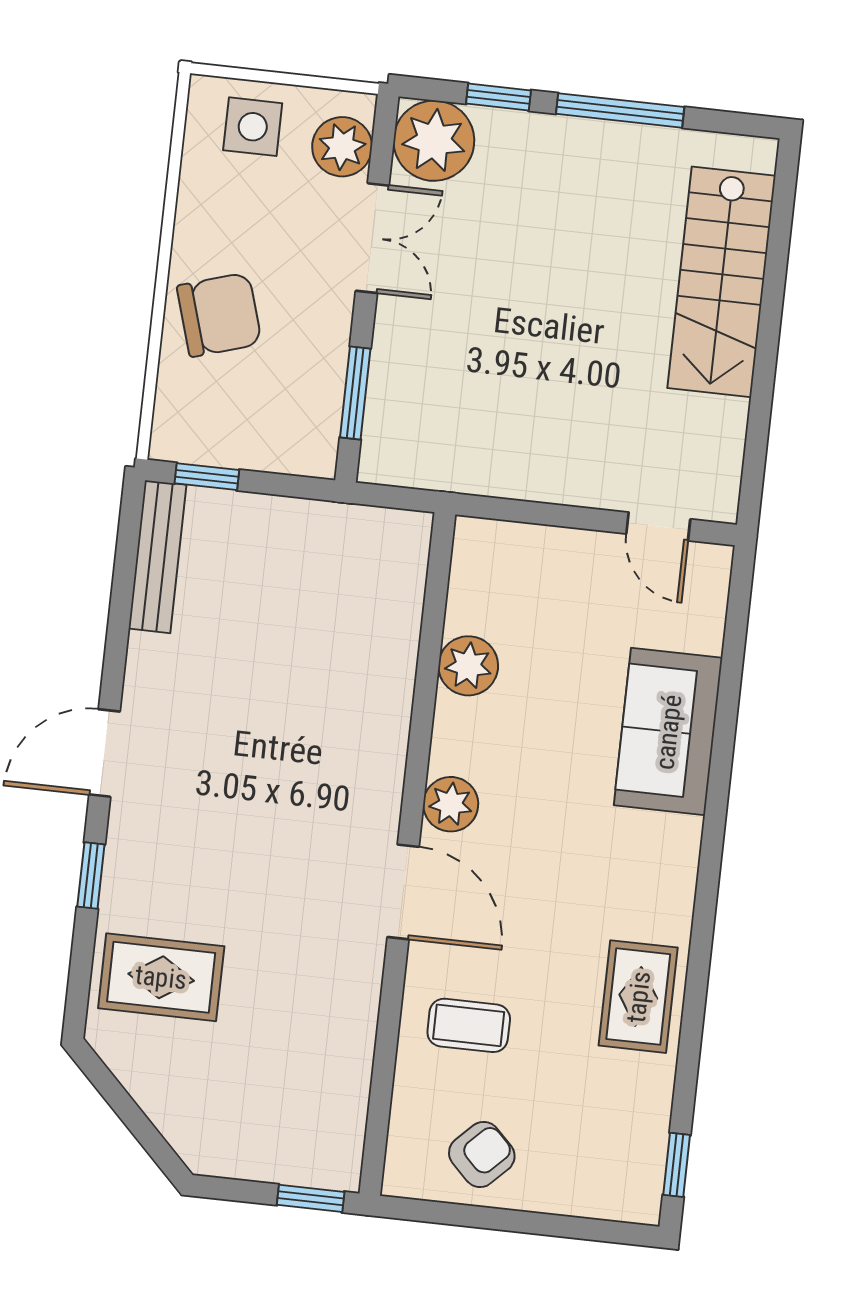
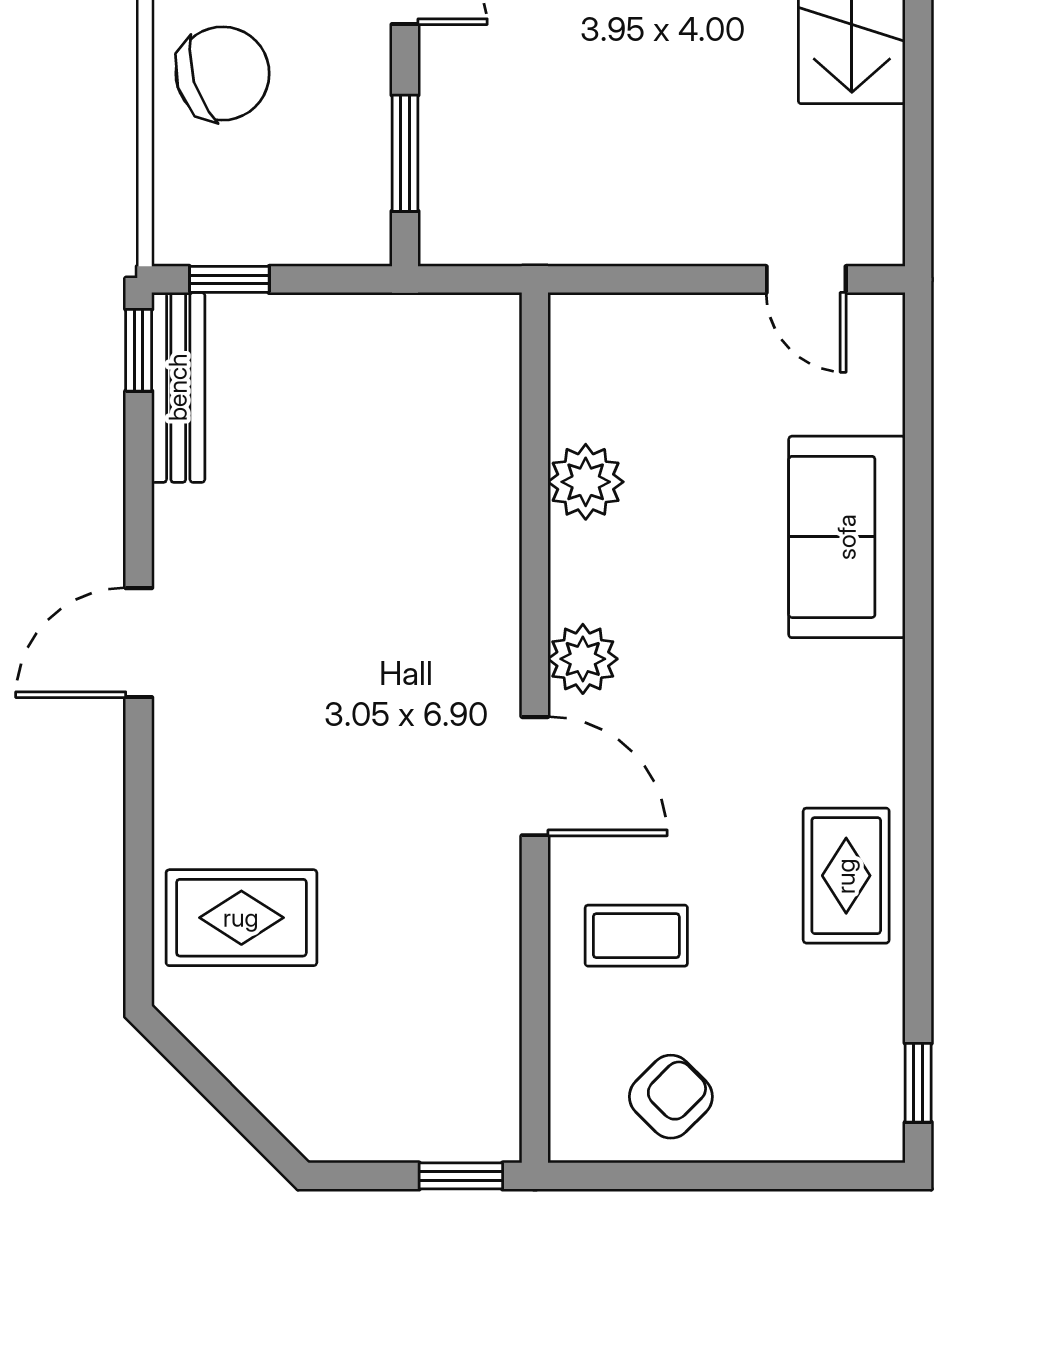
window: (91, 876) -> (139, 350), moved

